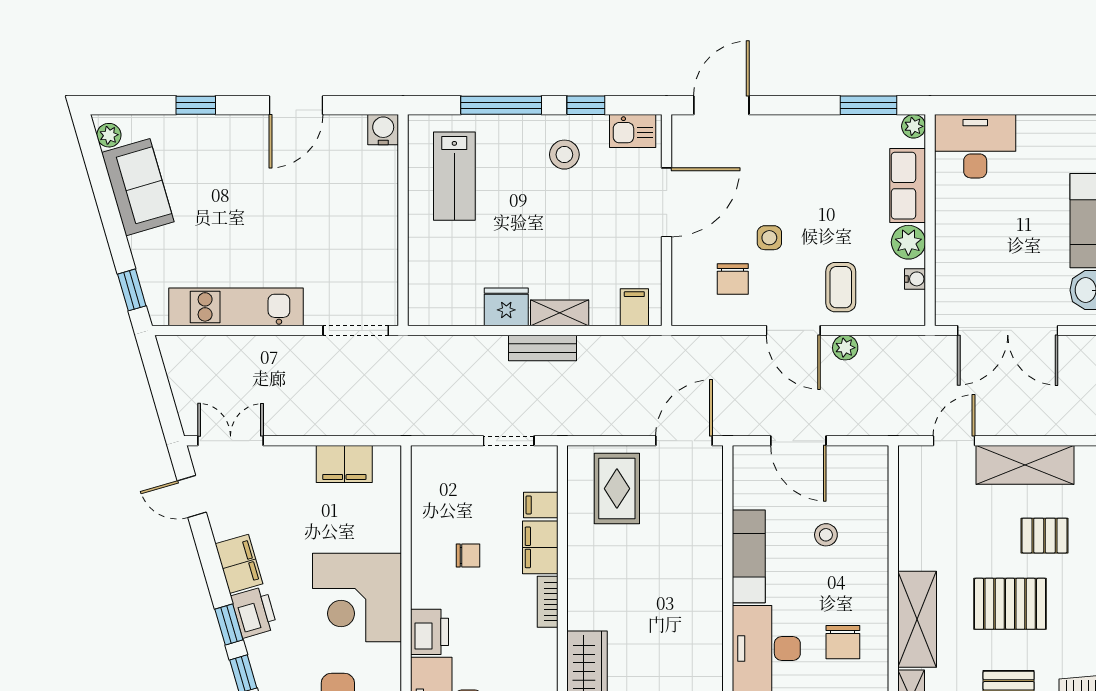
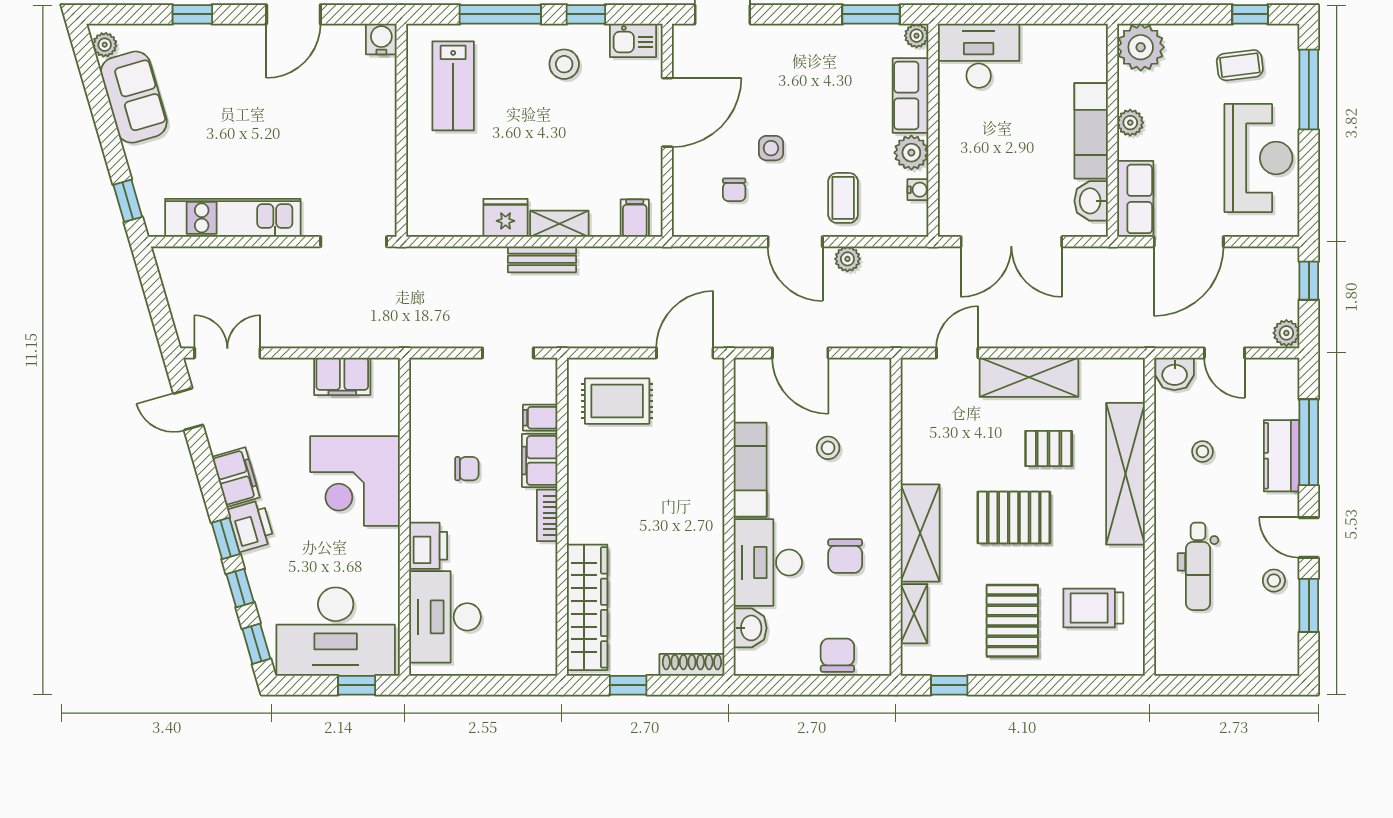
chair: (733, 279) -> (734, 190), width x0.73, depth x0.73
rug: (617, 489) -> (617, 401), turned 90
corner desk: (357, 598) -> (355, 481), moved

